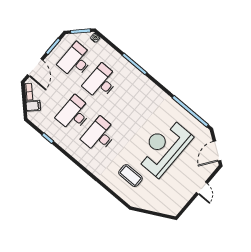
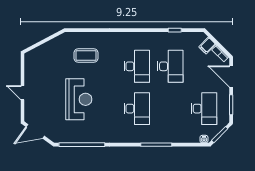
desk: (101, 82) -> (137, 109), moved
reception desk: (164, 147) -> (79, 99), width x0.74, depth x0.77
door: (217, 151) -> (35, 131), swing flipped

